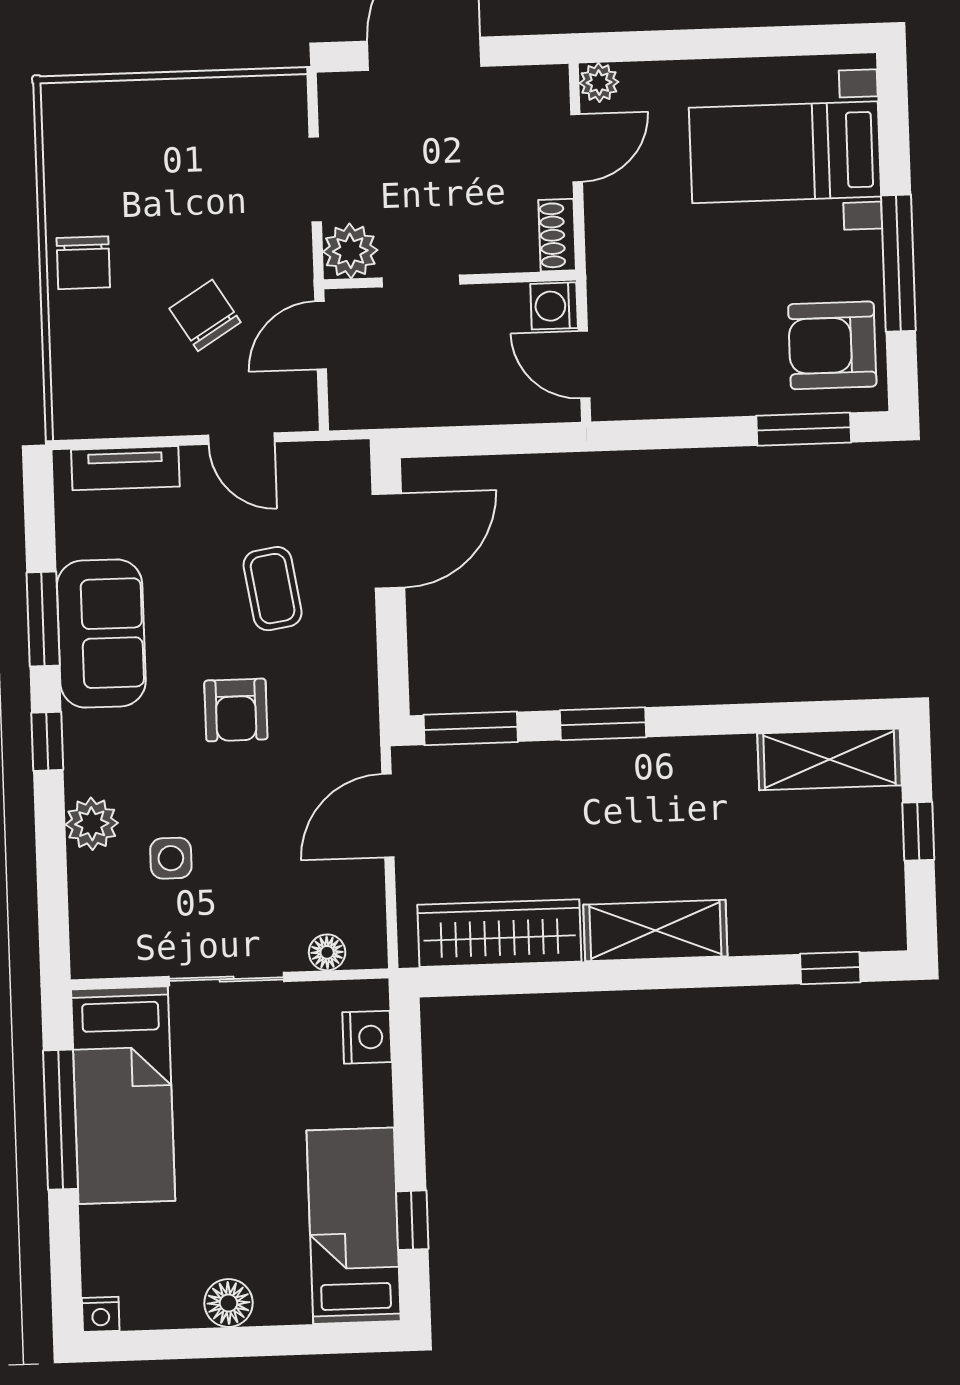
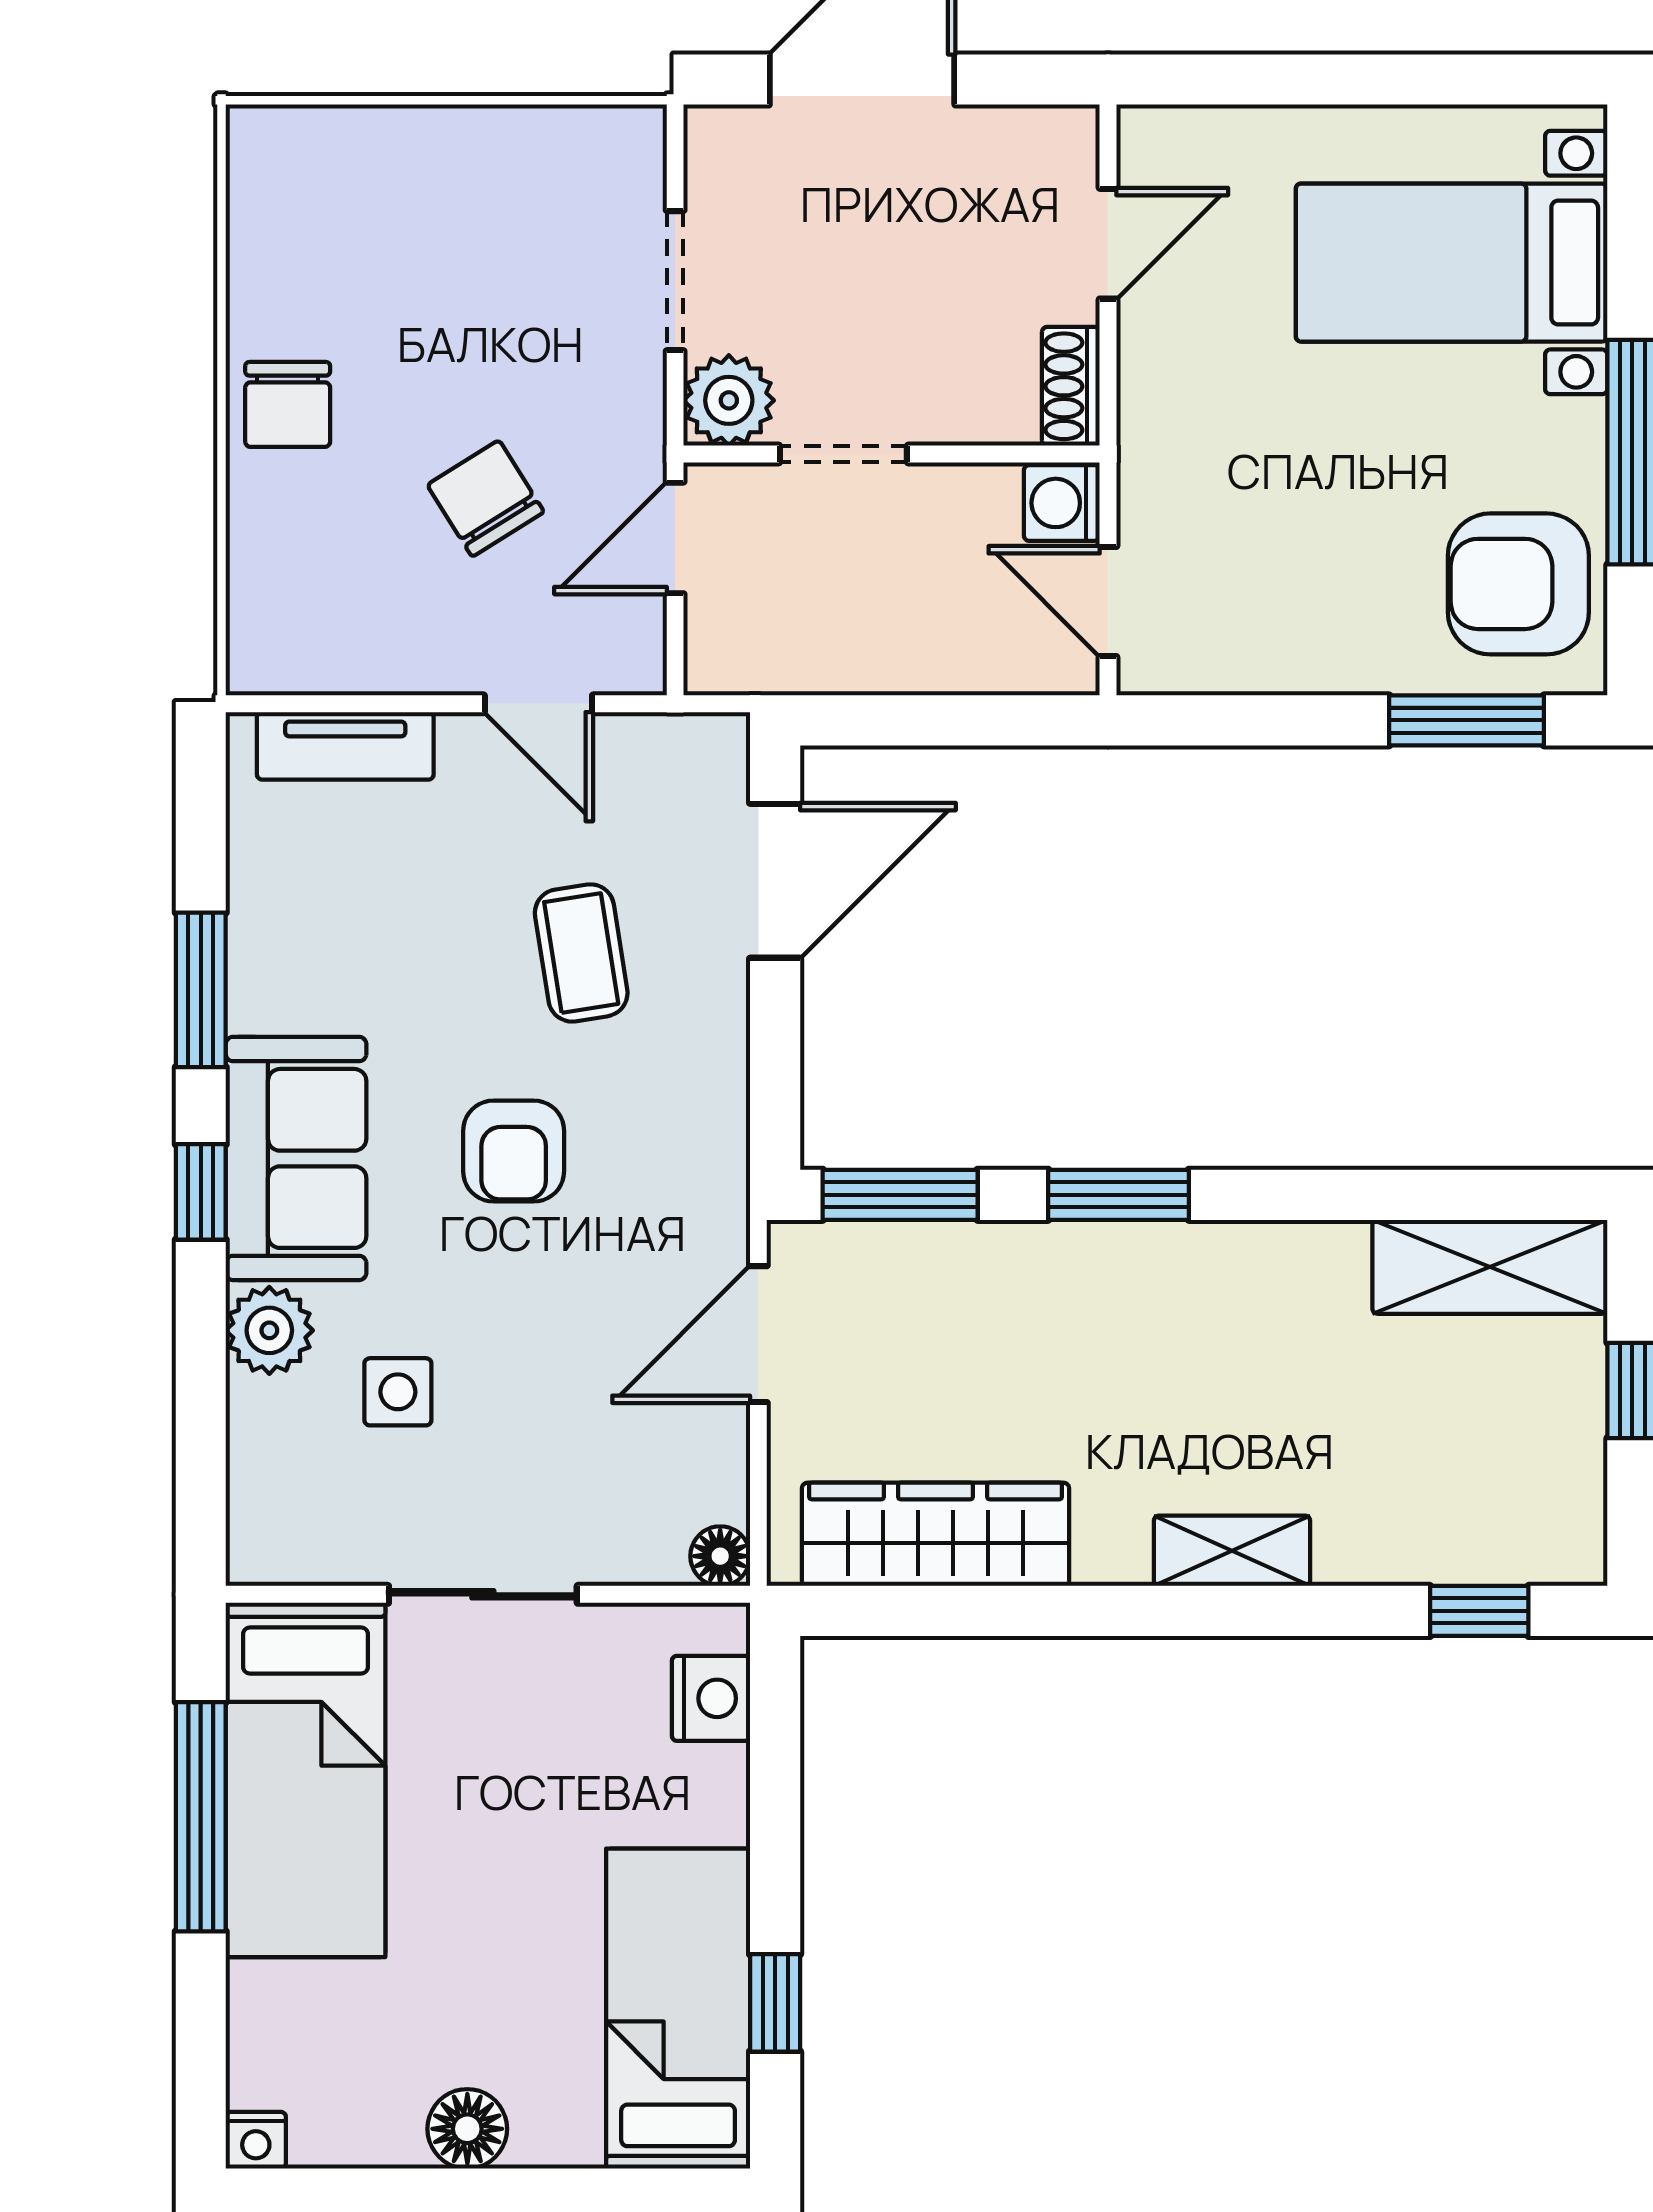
plant: (599, 82) -> (1149, 137), removed
sofa: (101, 634) -> (296, 1158), moved
shelving: (655, 931) -> (1232, 1551), width x0.67, depth x0.75
floor lamp: (327, 952) -> (720, 1556), moved

